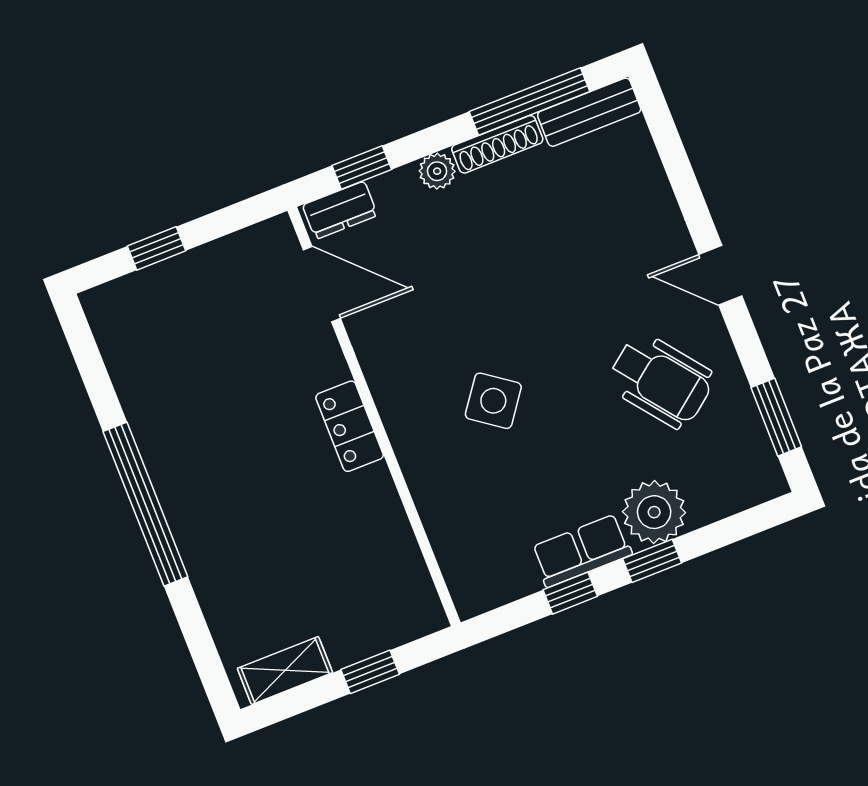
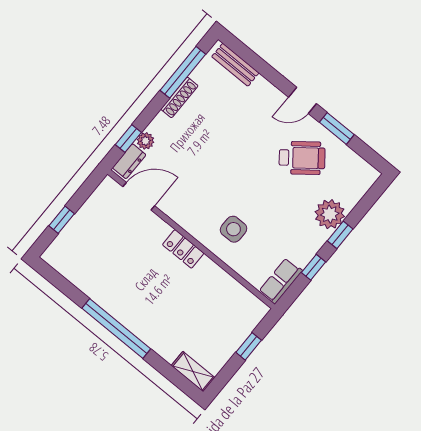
bench: (589, 112) -> (235, 65), moved, turned 90
plant: (437, 171) -> (145, 141), moved
side table: (493, 401) -> (233, 229), moved, turned -36
window: (776, 417) -> (337, 128), moved
row of seats: (582, 551) -> (281, 281), moved
shelving: (285, 670) -> (193, 372), moved, turned 90

